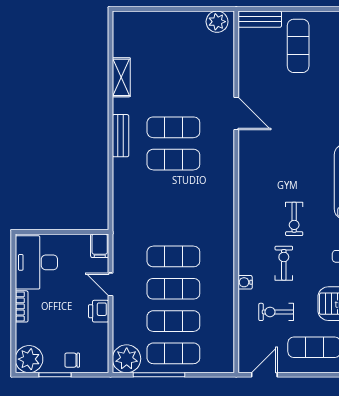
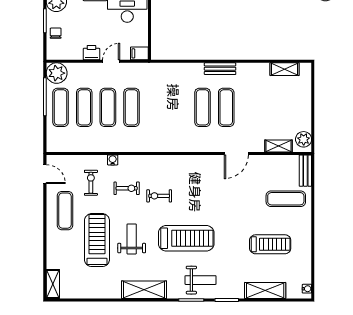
shelving: (226, 56) -> (279, 146), added
shelving: (121, 77) -> (285, 69), moved

